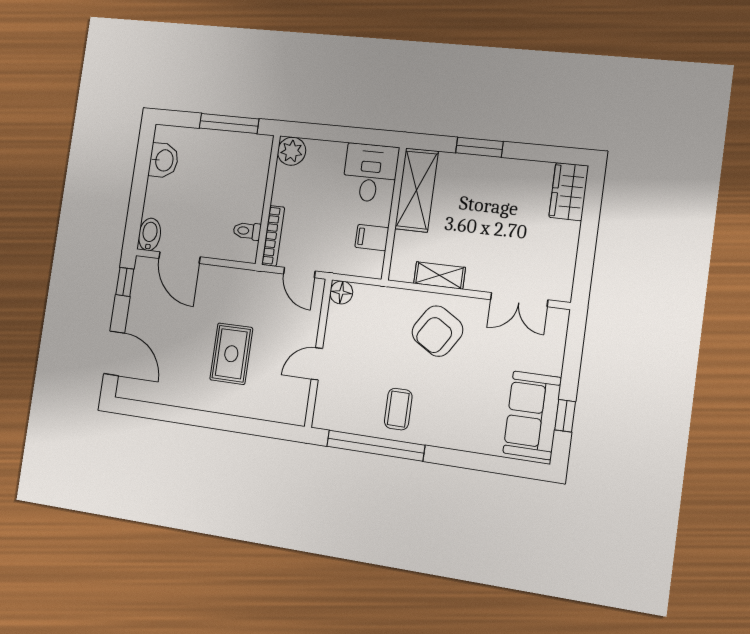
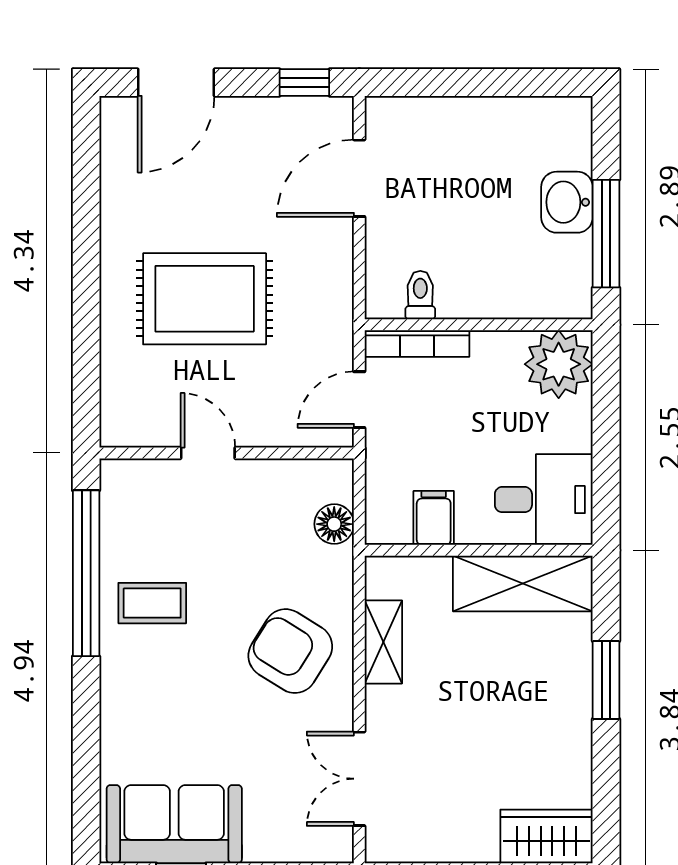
plant: (292, 151) -> (559, 364), width x1.36, depth x1.36
washbasin: (164, 160) -> (567, 202), moved, turned 90
bidet: (150, 234) -> (394, 116), removed
floor lamp: (341, 292) -> (334, 524), moved
rug: (231, 354) -> (205, 299), width x1.36, depth x1.43

